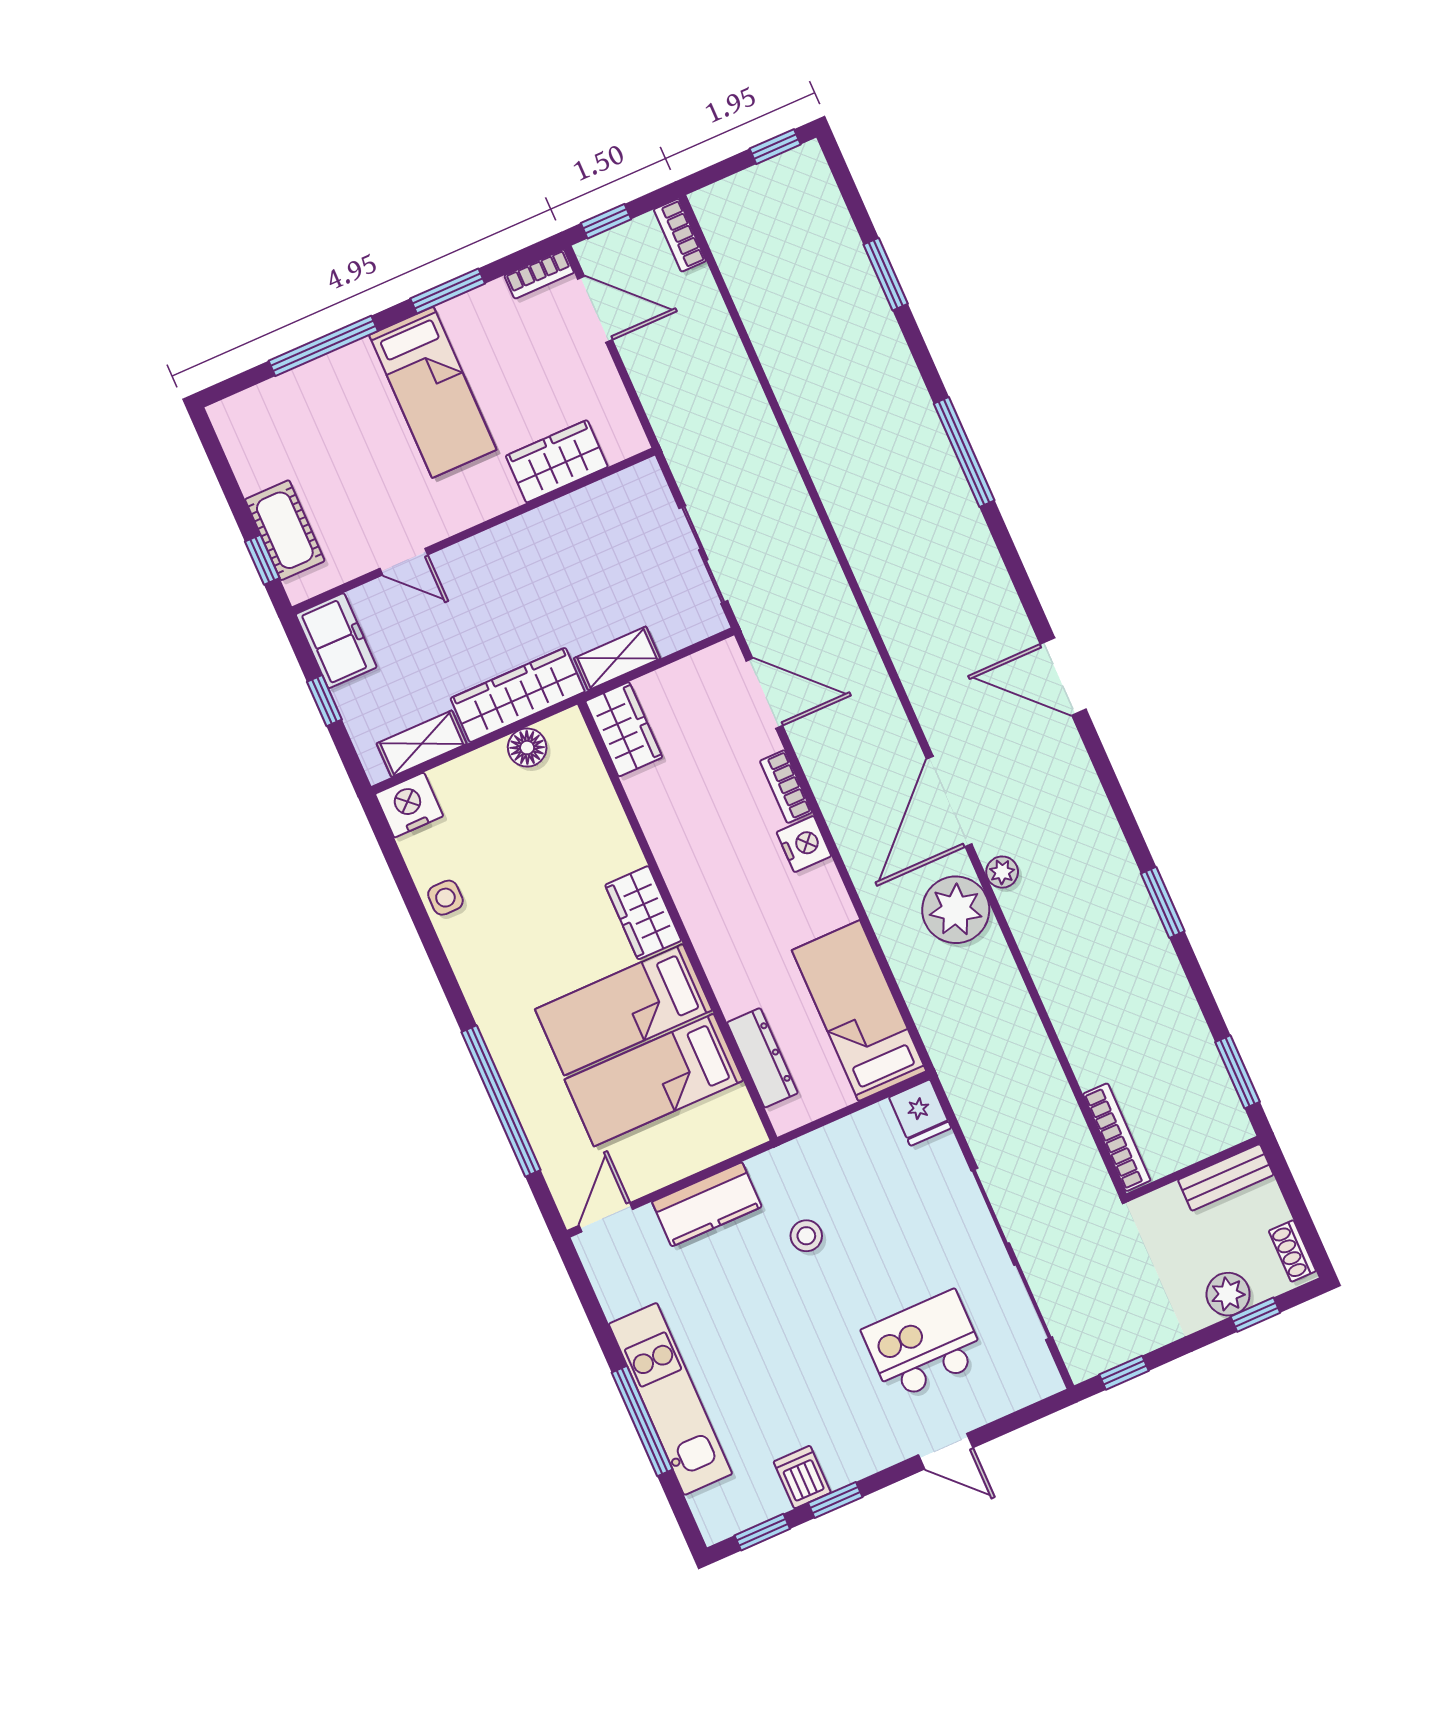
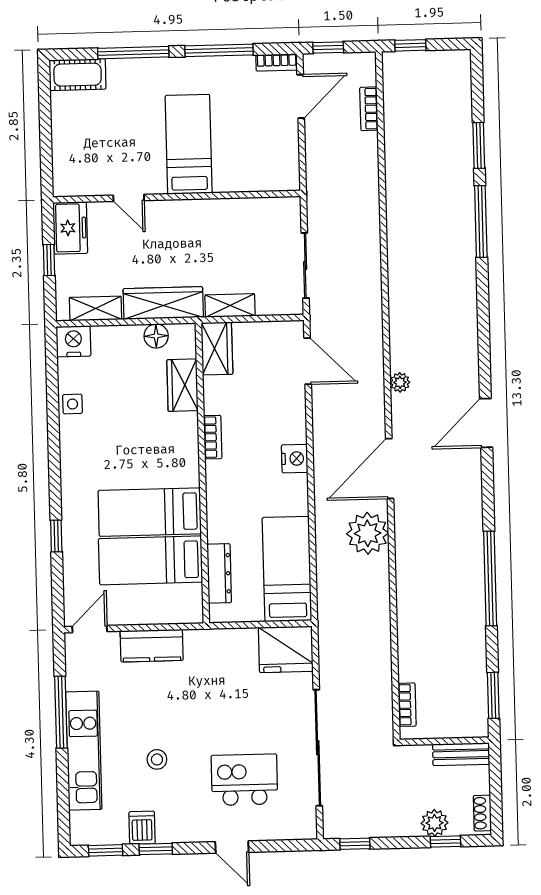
window: (775, 147) -> (410, 45), moved
bookcase: (680, 235) -> (369, 109), moved
window: (448, 291) -> (219, 50), width x1.44
door: (595, 309) -> (301, 96), hinge flipped
bed: (433, 392) -> (189, 144), moved, turned 180
window: (964, 452) -> (481, 221), moved
wardrobe: (557, 461) -> (242, 176), removed
cot: (285, 530) -> (78, 75), moved, turned 90
window: (262, 560) -> (46, 163), removed
door: (1063, 677) -> (486, 423), hinge flipped
bookcase: (786, 787) -> (213, 437), moved, turned 180
plant: (1002, 872) -> (400, 382), moved
window: (1163, 902) -> (490, 579), width x2.11
wardrobe: (643, 913) -> (182, 385), moved
window: (501, 1101) -> (56, 536), width x0.32
fridge: (920, 1113) -> (286, 649), width x1.88, depth x1.34
bookcase: (1117, 1137) -> (407, 705), width x0.64
stool: (806, 1236) -> (157, 759), moved
window: (642, 1421) -> (61, 712), moved

